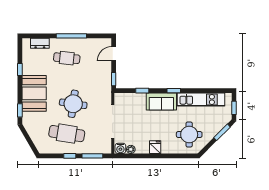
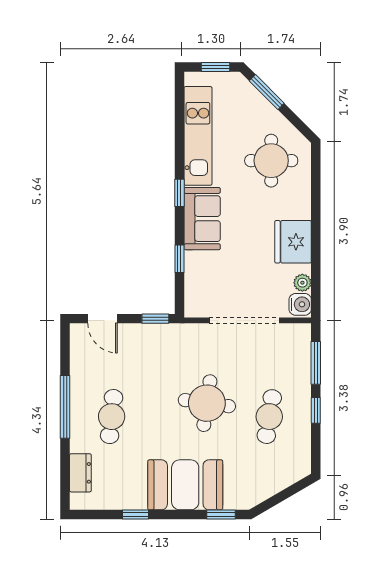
cafe table: (67, 134) -> (269, 417), width x0.73, depth x0.74
fridge: (155, 147) -> (293, 242), width x1.88, depth x1.34

